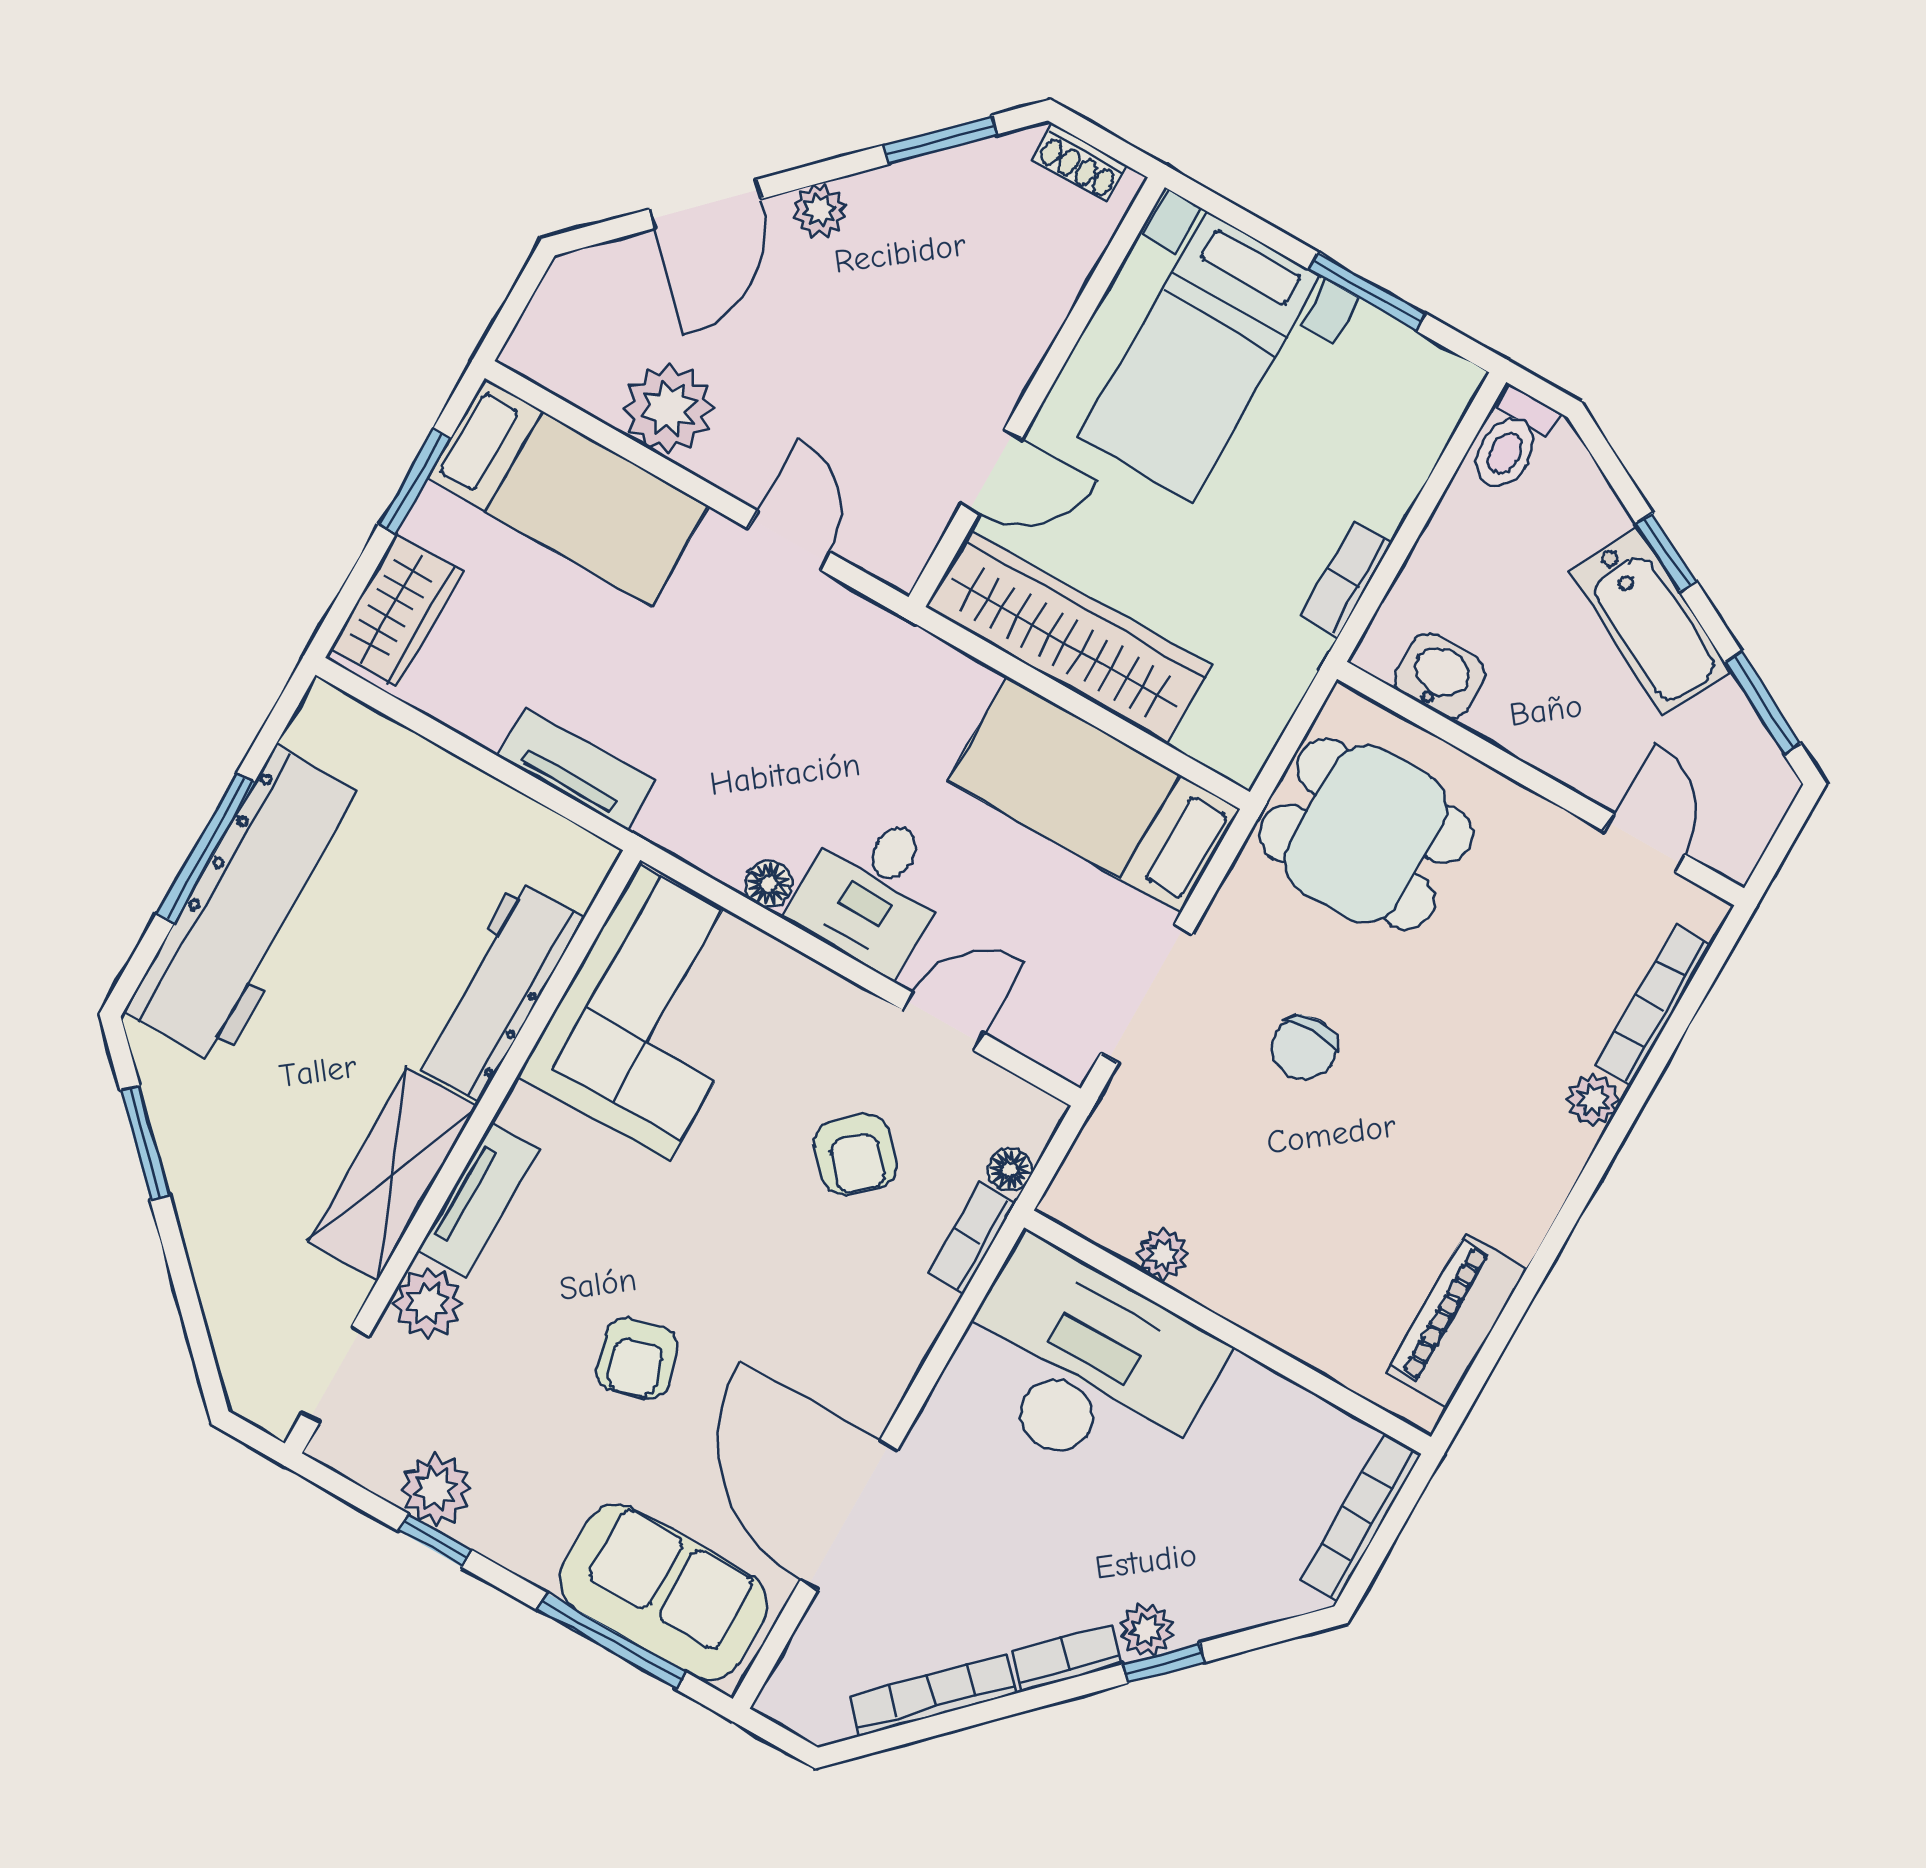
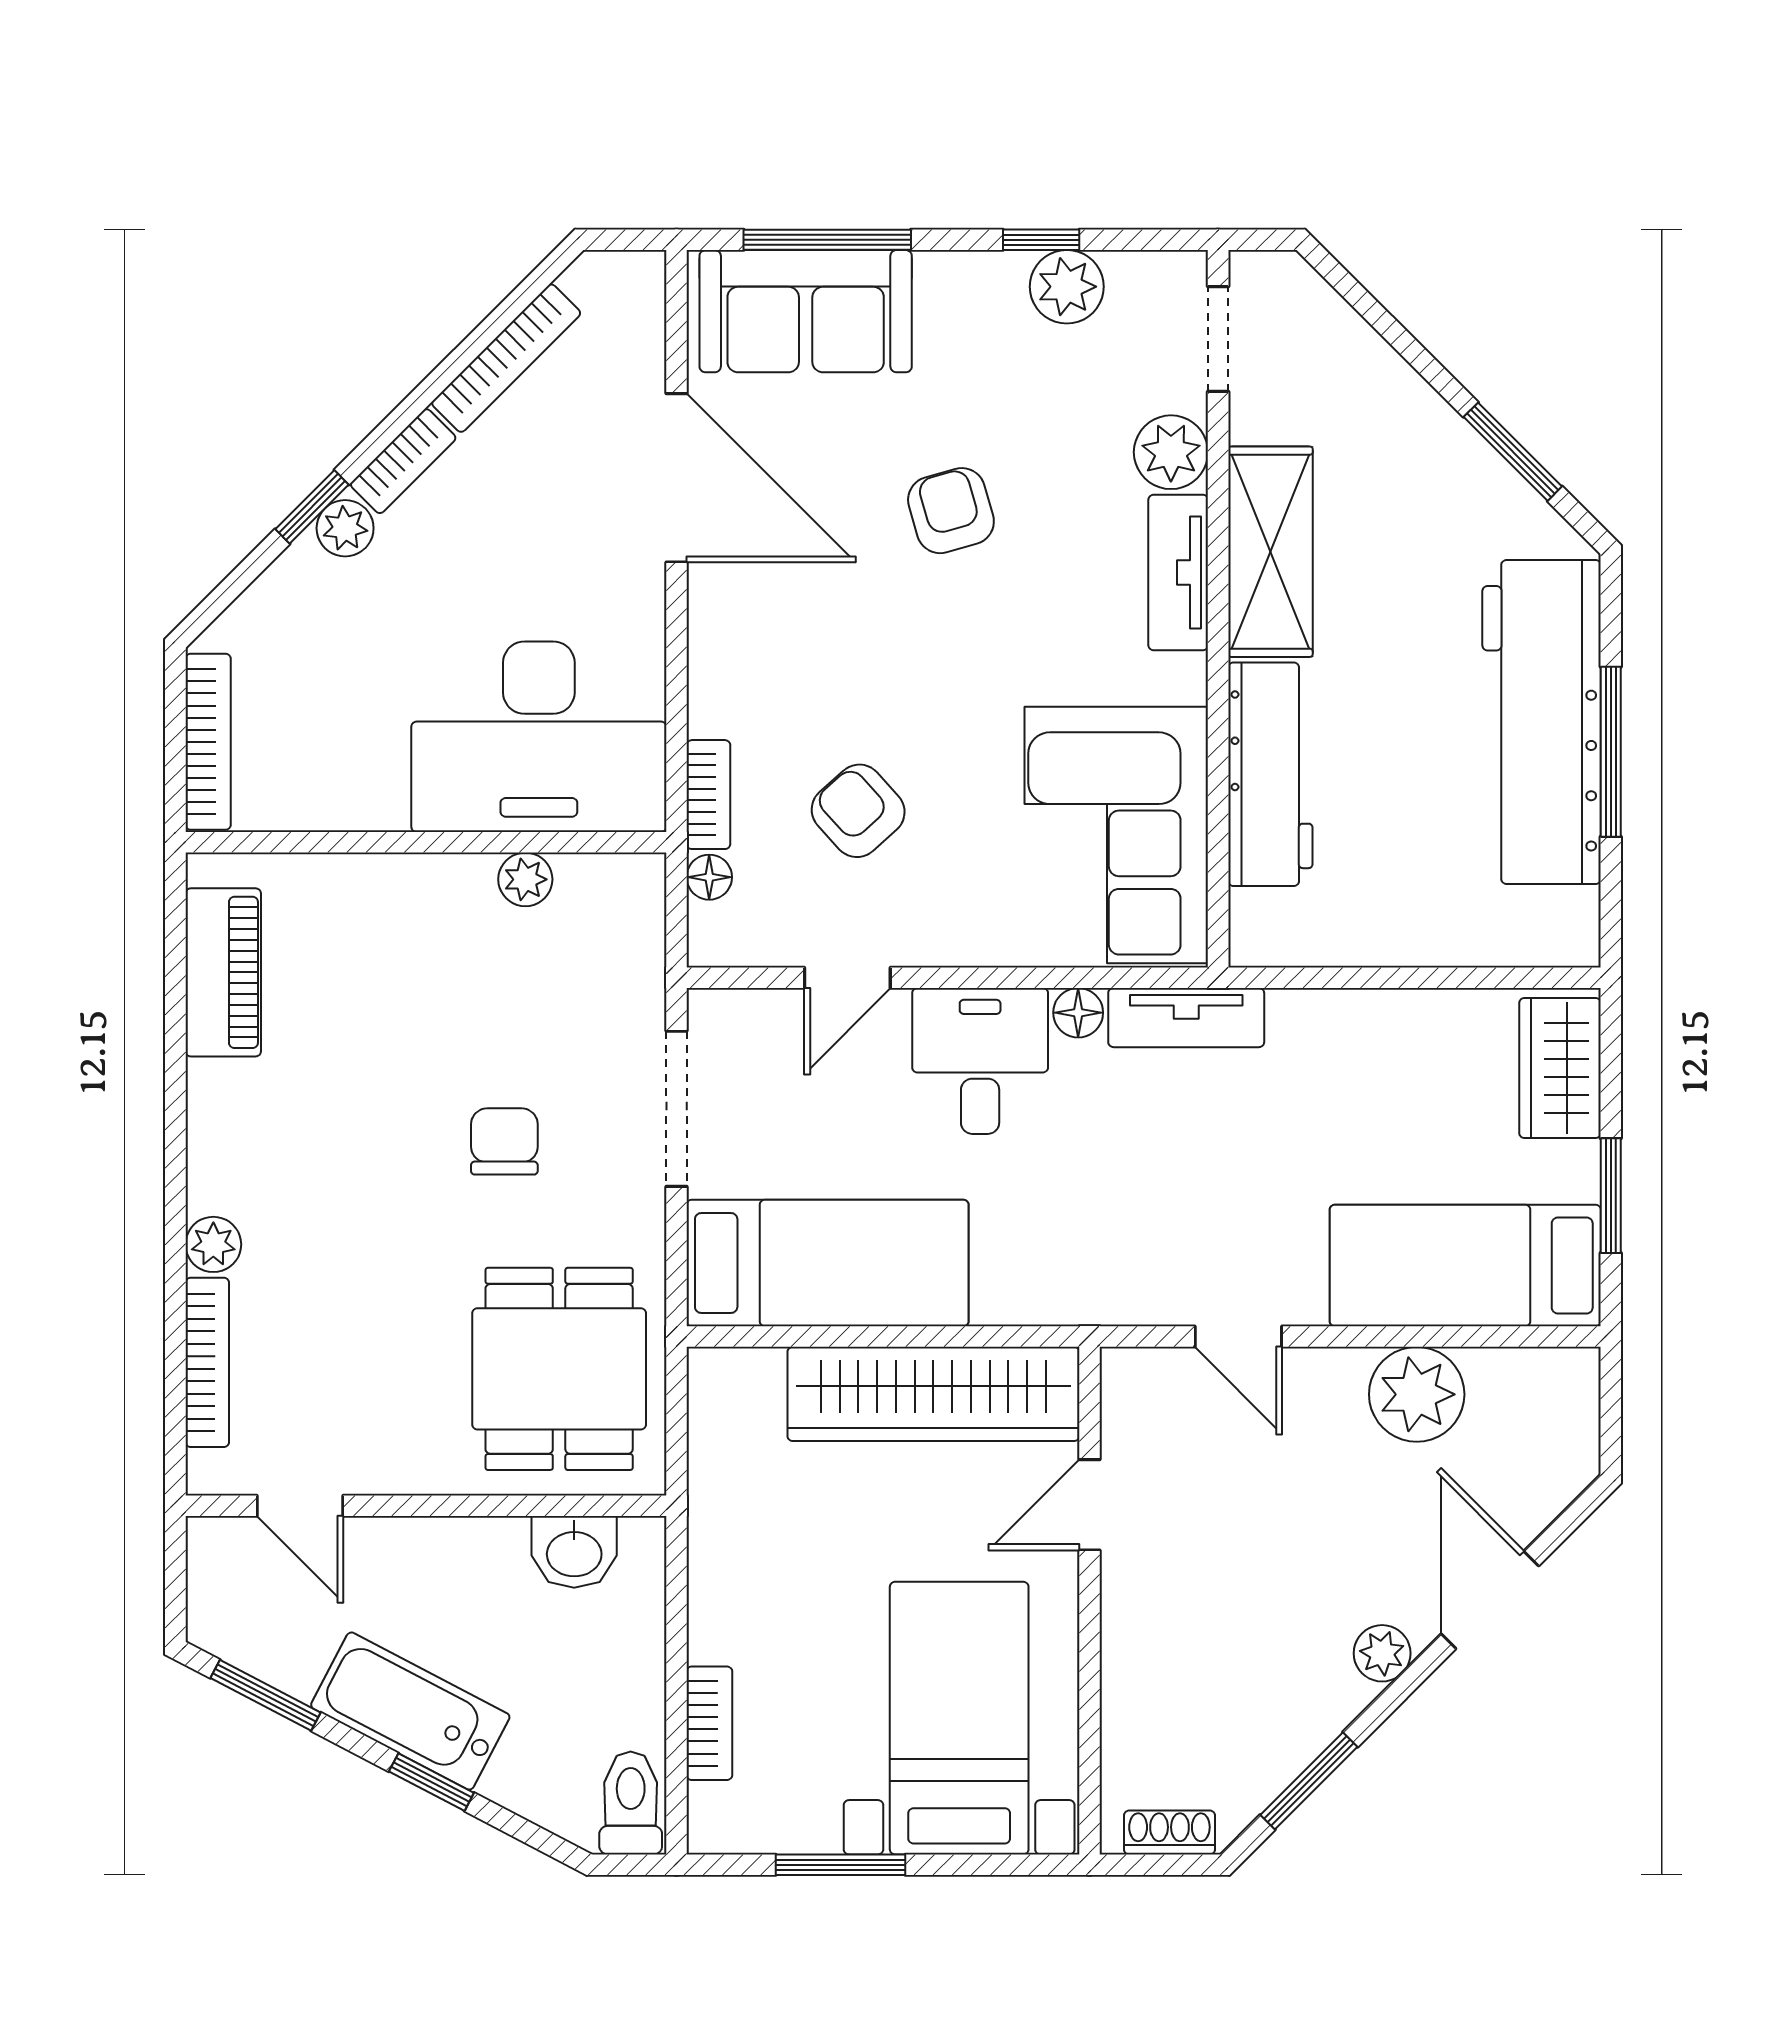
bookcase: (1346, 580) -> (709, 1723), moved
tv unit: (576, 769) -> (1186, 1018), moved
dining table: (1366, 834) -> (559, 1369), turned 90

